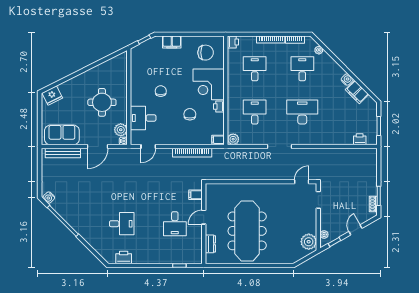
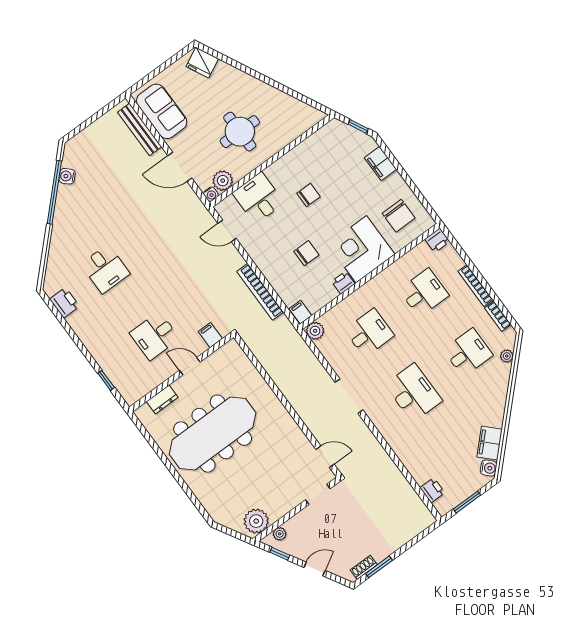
water cooler: (347, 80) -> (489, 468), moved
water cooler: (49, 198) -> (67, 176), moved

